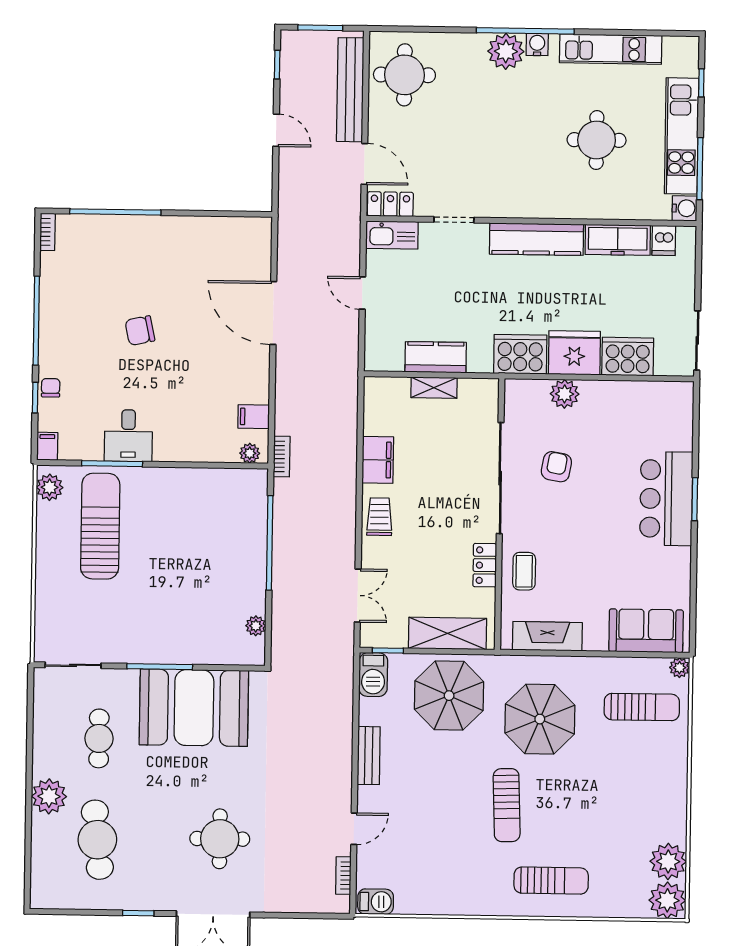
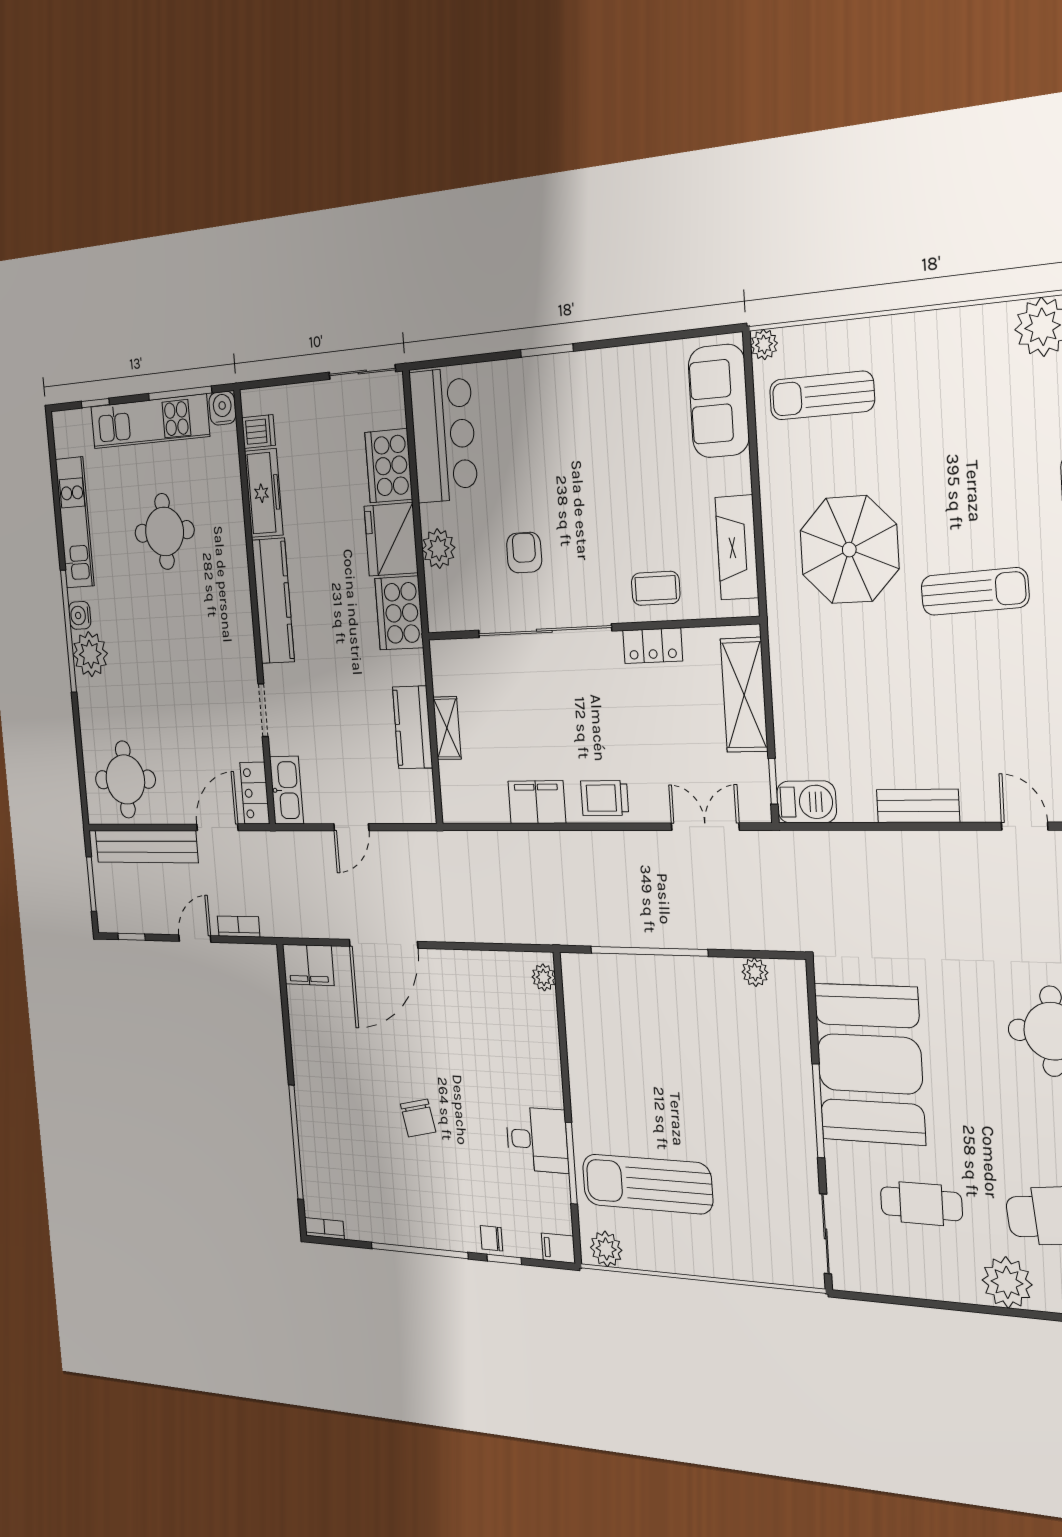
filing cabinet: (254, 417) -> (308, 965), moved, width x2.00
bookcase: (282, 457) -> (239, 926), moved
armchair: (556, 467) -> (524, 552), turned 80
bar counter: (666, 499) -> (443, 435), moved, turned -90
parasol: (449, 696) -> (827, 689), removed
sun lounger: (642, 707) -> (822, 396), turned -90

